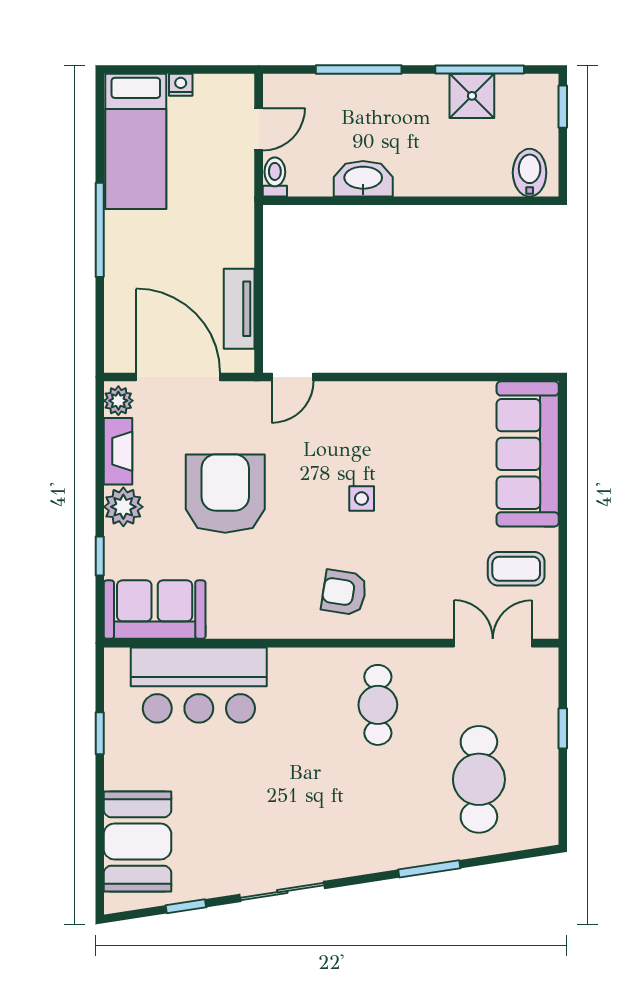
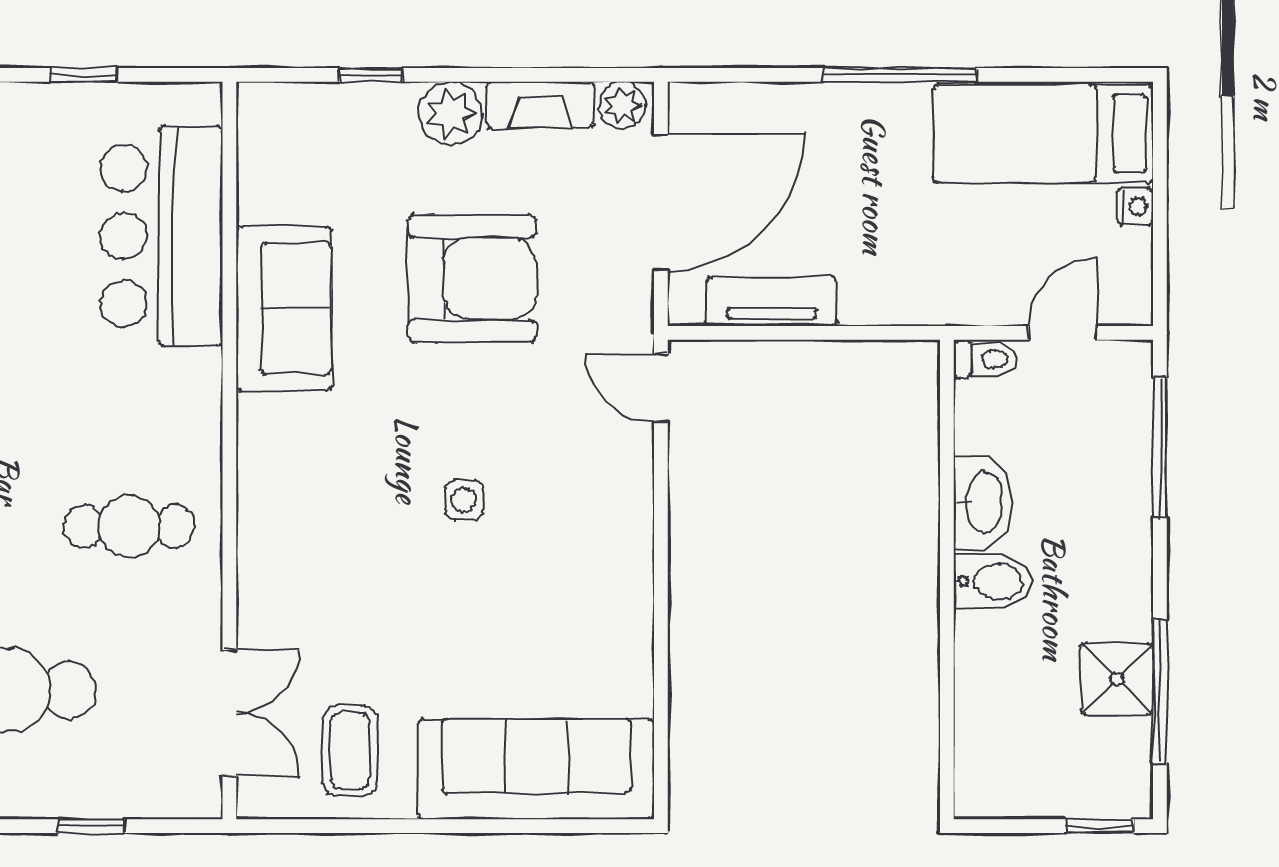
window: (359, 70) -> (1160, 447), moved
door: (259, 129) -> (1063, 333), swing flipped
bidet: (530, 173) -> (992, 581), moved
armchair: (344, 592) -> (312, 471), removed
sofa: (155, 610) -> (284, 308), moved

